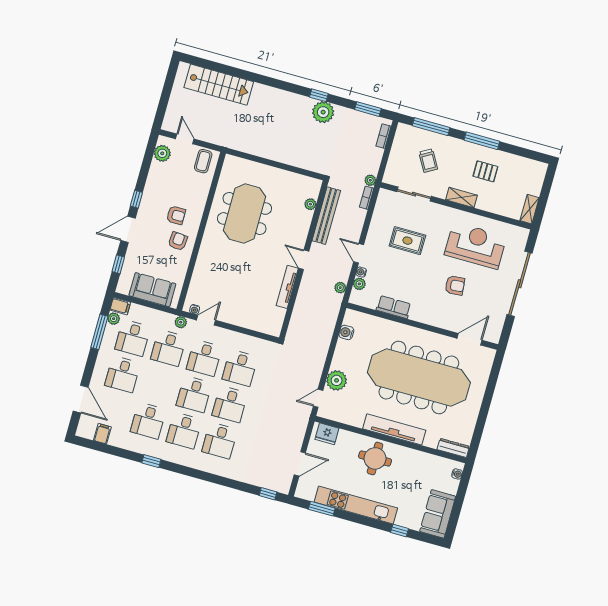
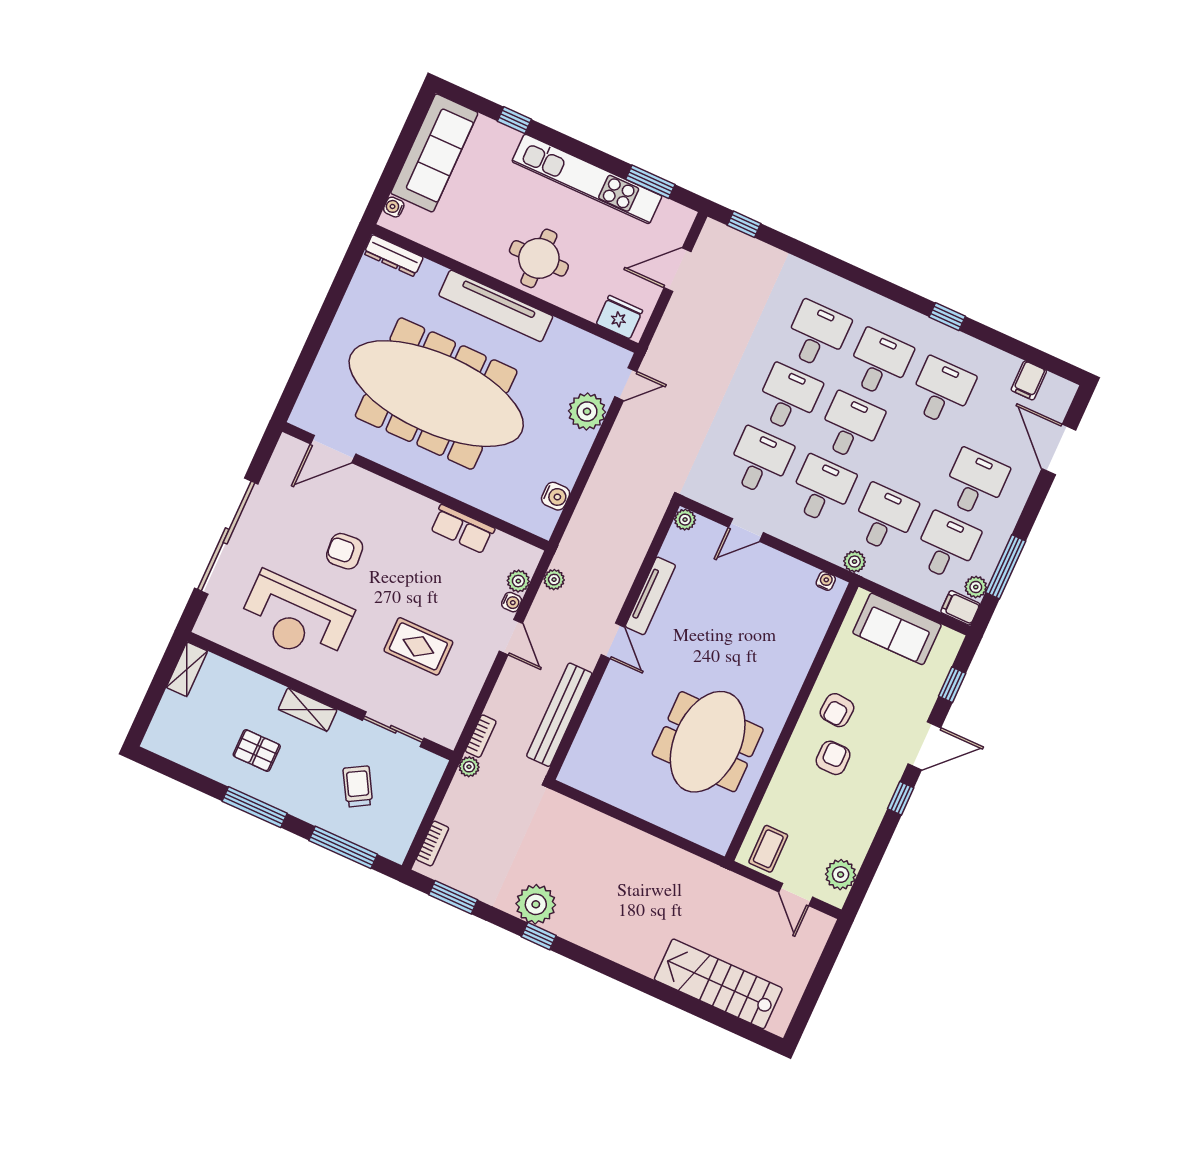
plant: (310, 204) -> (685, 520), moved
armchair: (176, 215) -> (833, 758), turned 90
door: (206, 320) -> (746, 530), moved
sofa: (438, 514) -> (434, 153), width x1.36

